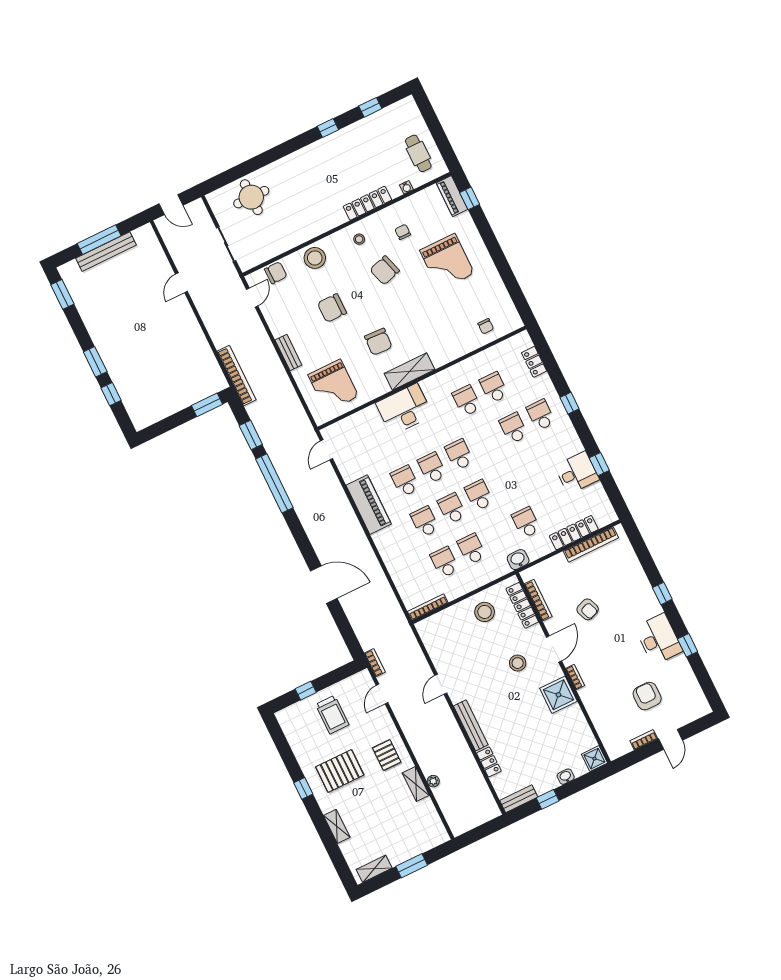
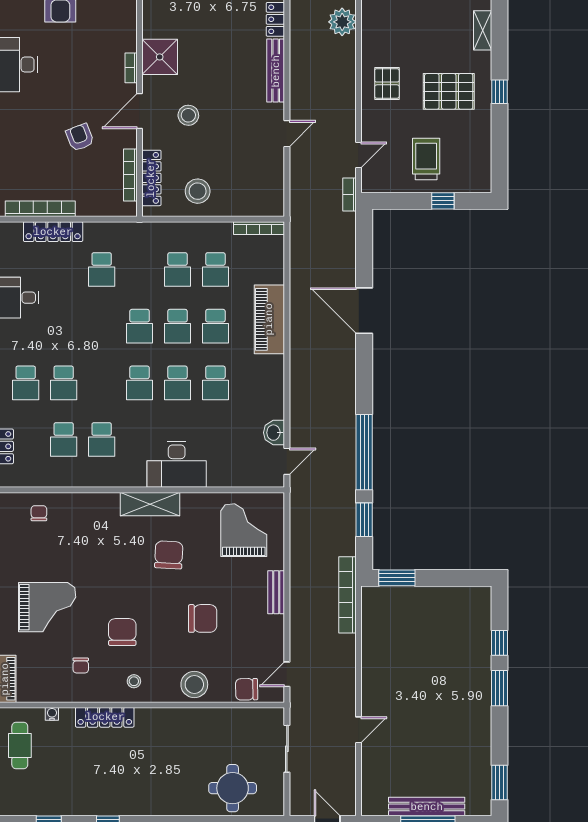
grand piano: (447, 262) -> (47, 607), turned 90
chair: (385, 270) -> (122, 632), turned -73
piano: (369, 505) -> (269, 319), moved
washbasin: (518, 560) -> (274, 433), moved, turned 90
plant: (433, 781) -> (342, 22), width x1.87, depth x1.87
shelving: (416, 784) -> (370, 35), removed

